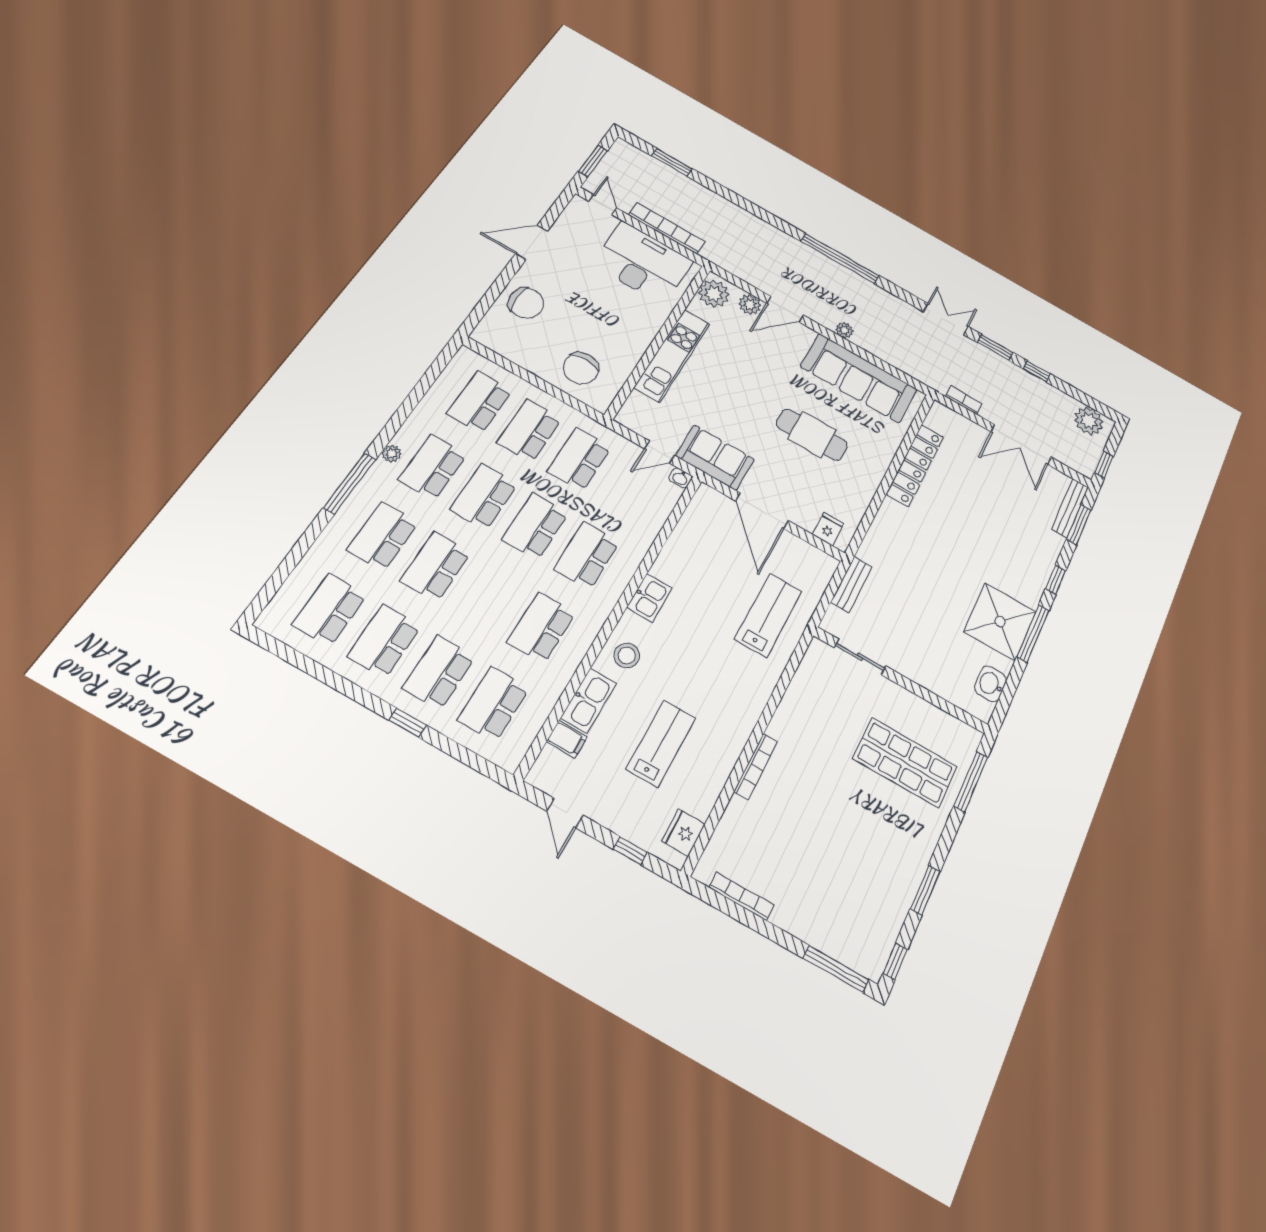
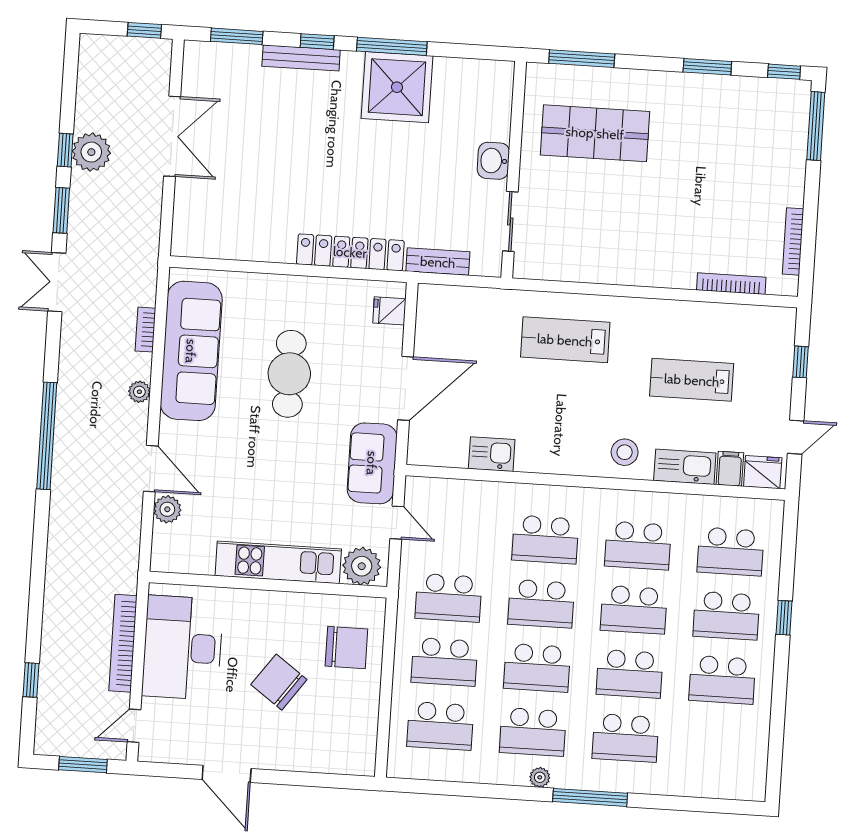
window: (672, 162) -> (31, 680), width x0.67
plant: (714, 294) -> (362, 566), moved
chair: (526, 303) -> (279, 682), moved, turned -54
bookcase: (964, 400) -> (145, 330), moved
plant: (1089, 421) -> (91, 152), moved
locker: (915, 465) -> (350, 252), moved
washbasin: (680, 478) -> (414, 488), removed
bench: (1070, 508) -> (301, 58), moved
kitchen sink: (649, 598) -> (492, 454), moved
school desk: (330, 610) -> (634, 610), moved
lab bench: (768, 615) -> (565, 340), moved
washbasin: (990, 684) -> (493, 161), moved, turned 90
shop shelf: (905, 762) -> (595, 133), turned 90
bookcase: (756, 767) -> (731, 284), moved
fridge: (683, 833) -> (763, 472), moved, turned 180

